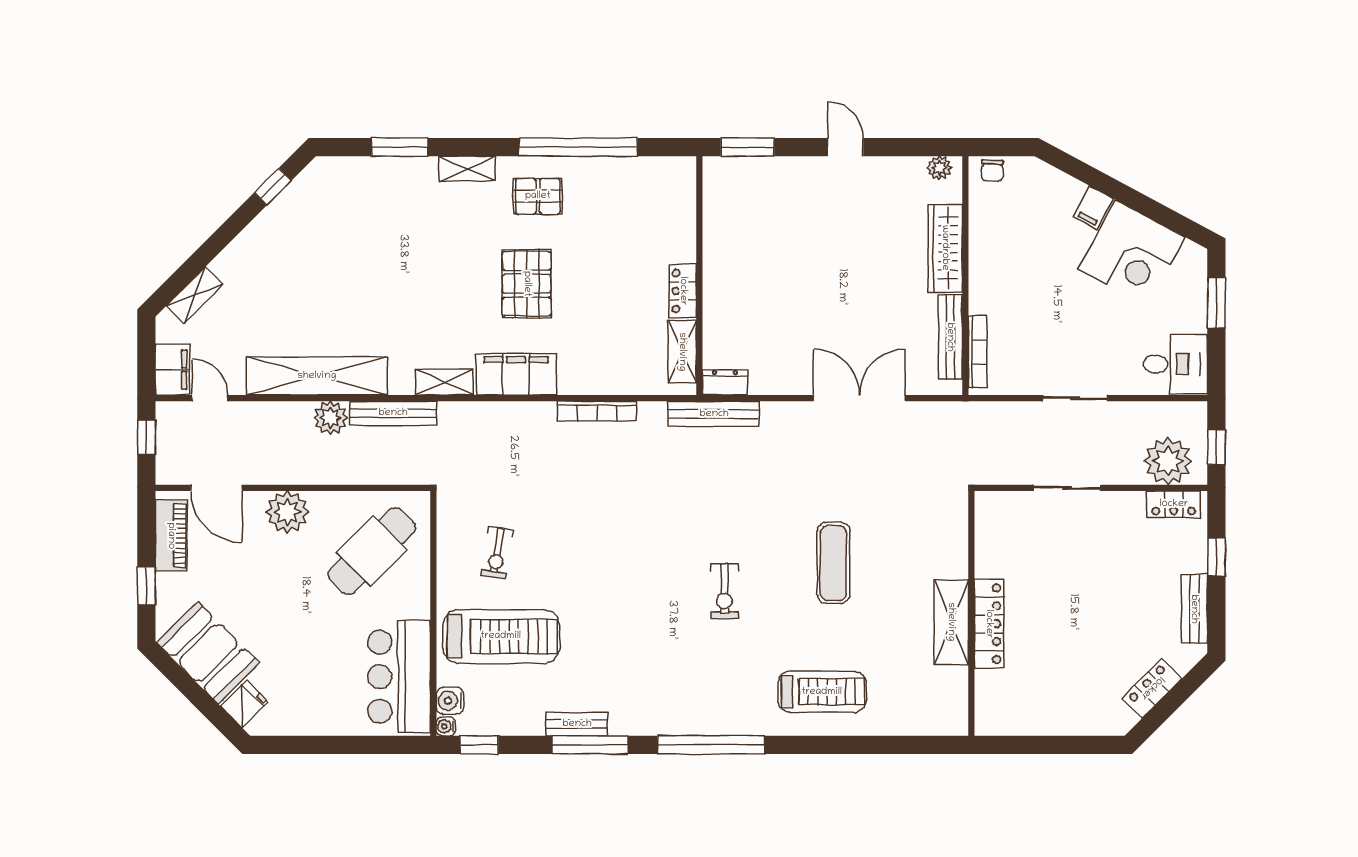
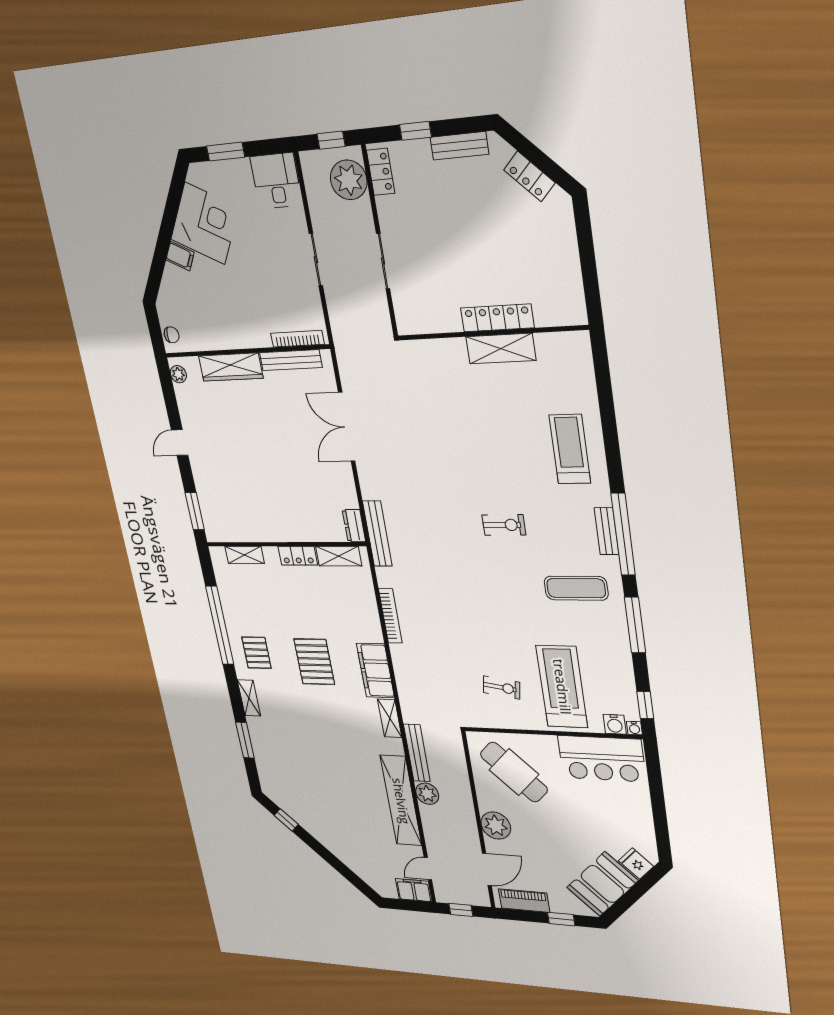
pallet: (527, 284) -> (314, 662), turned 90
shelving: (195, 295) -> (245, 555), moved, turned -45
exercise mat: (833, 563) -> (576, 588), moved
bench: (577, 724) -> (606, 531), moved

